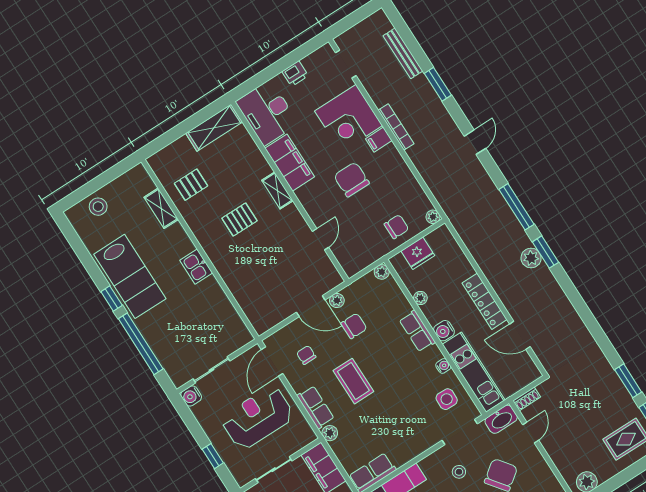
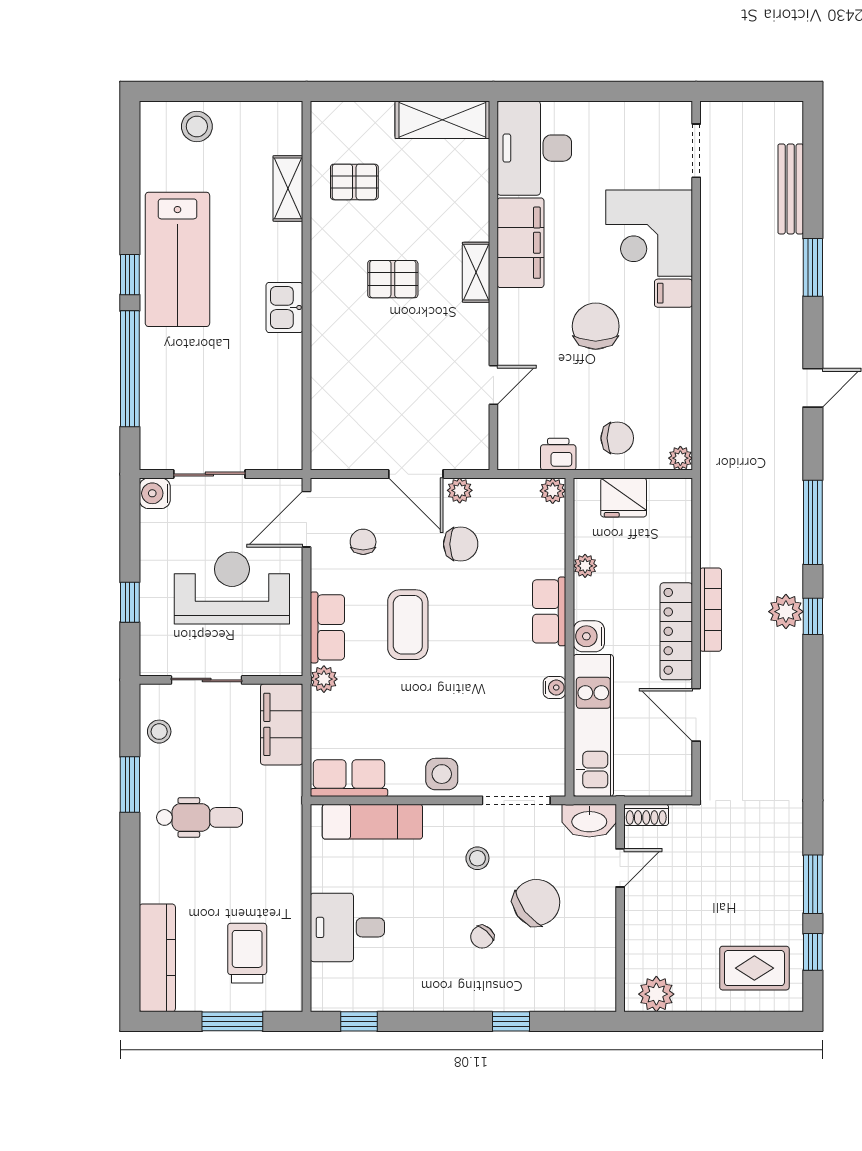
printer: (295, 74) -> (558, 454), moved, turned 180
bookcase: (396, 127) -> (711, 610), moved
window: (545, 252) -> (813, 616), width x0.67
side table: (447, 399) -> (442, 774), moved

